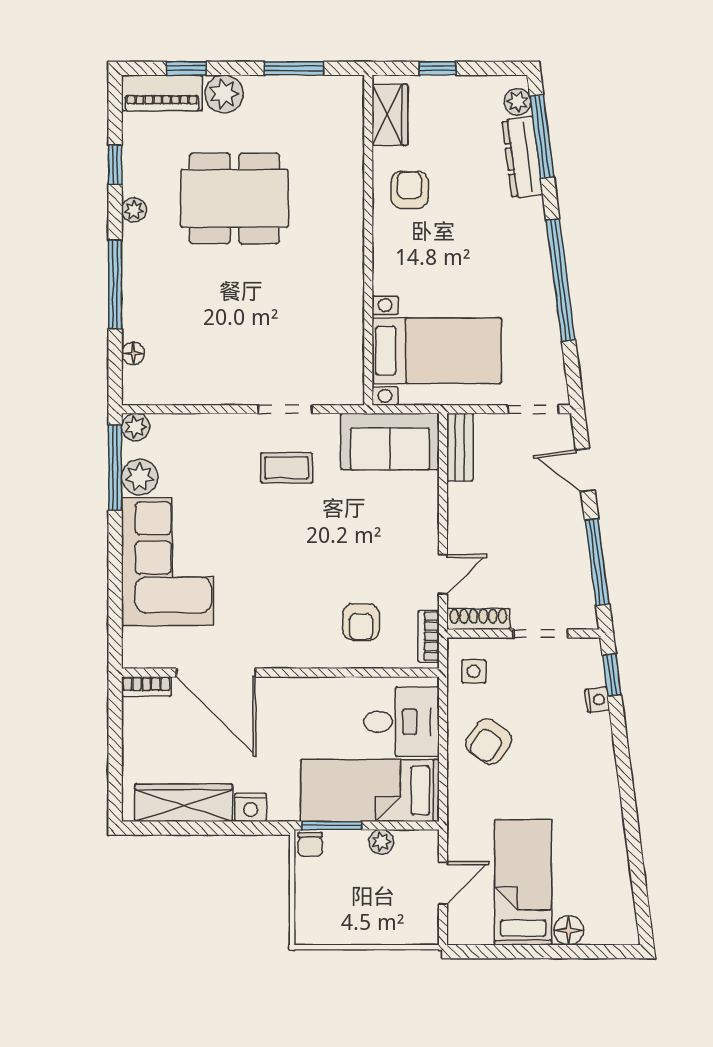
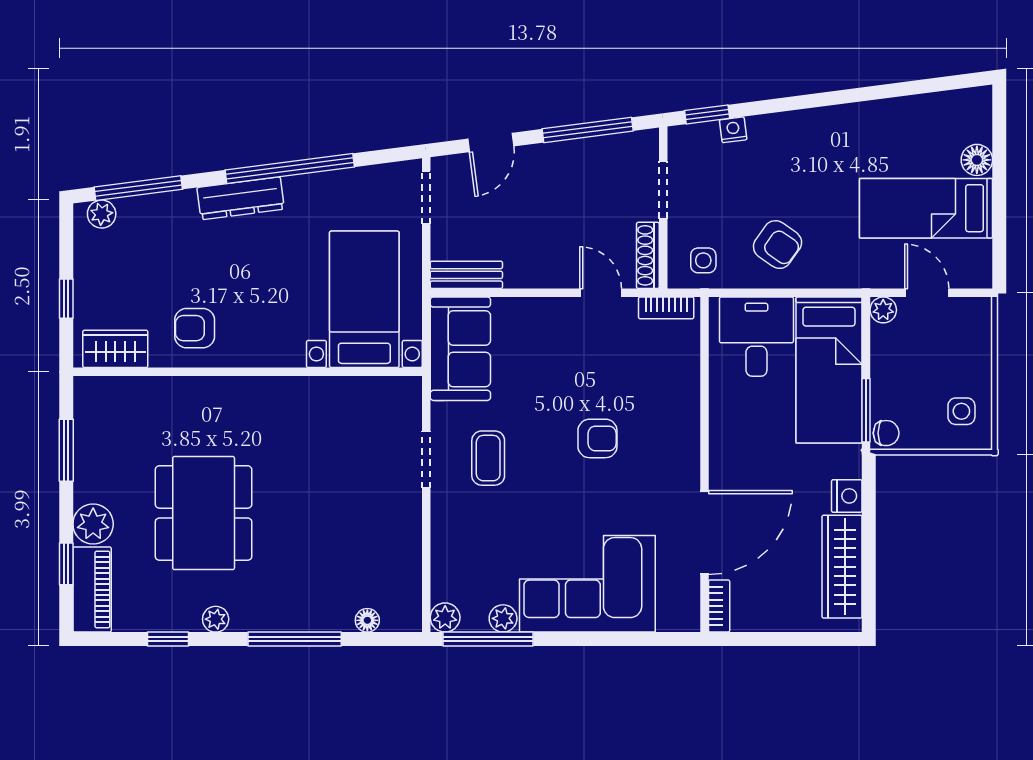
dresser: (522, 157) -> (241, 198), moved
plant: (140, 477) -> (503, 618), width x0.73, depth x0.73
armchair: (361, 622) -> (597, 438), moved
plant: (381, 842) -> (883, 310), moved
side table: (331, 916) -> (961, 411), added

